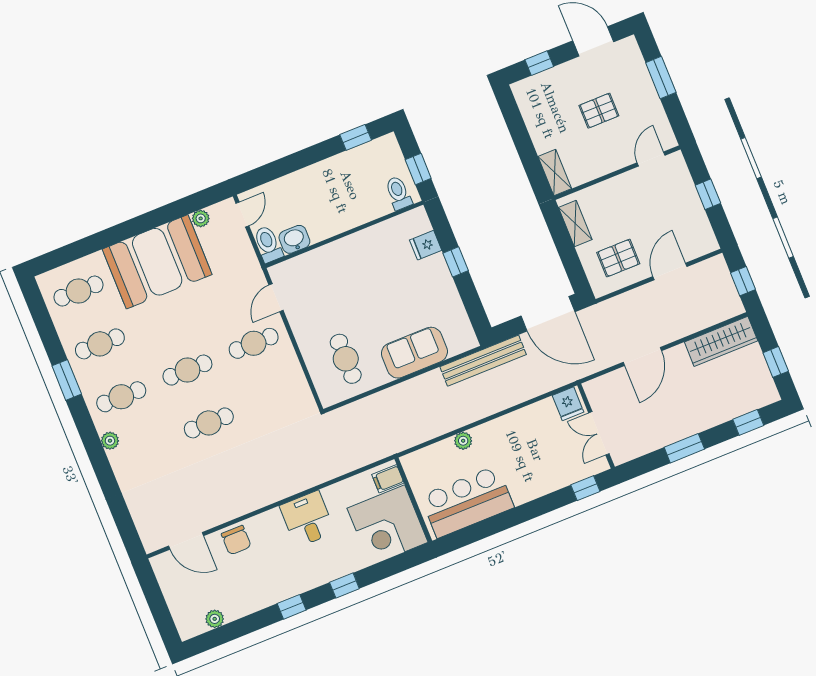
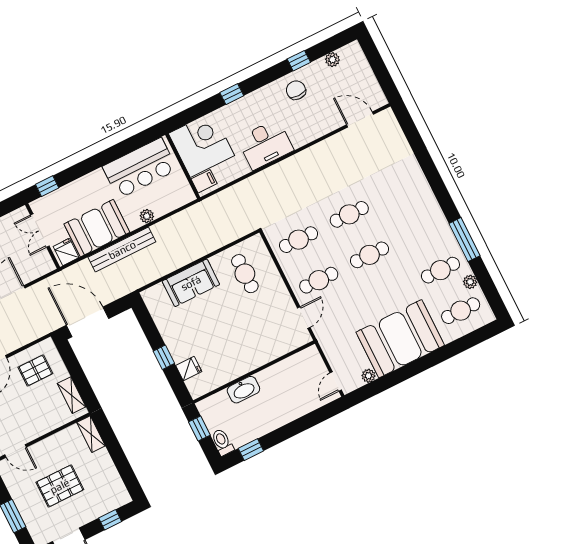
pallet: (599, 111) -> (60, 486), width x1.50, depth x1.42
door: (651, 159) -> (16, 451), hinge flipped
toilet: (398, 193) -> (222, 442), moved, turned 180
washbasin: (294, 239) -> (243, 390), moved, width x1.38
toilet: (268, 244) -> (313, 360), removed
bench: (483, 361) -> (122, 250), moved
window: (67, 380) -> (464, 240), width x1.44
cafe table: (121, 397) -> (299, 240), moved
booth: (527, 431) -> (97, 228), added
double door: (599, 433) -> (40, 230), swing flipped
plant: (110, 441) -> (470, 282), moved
desk: (307, 519) -> (265, 144), width x1.37
chair: (236, 540) -> (296, 90), moved
window: (292, 607) -> (299, 61), moved

